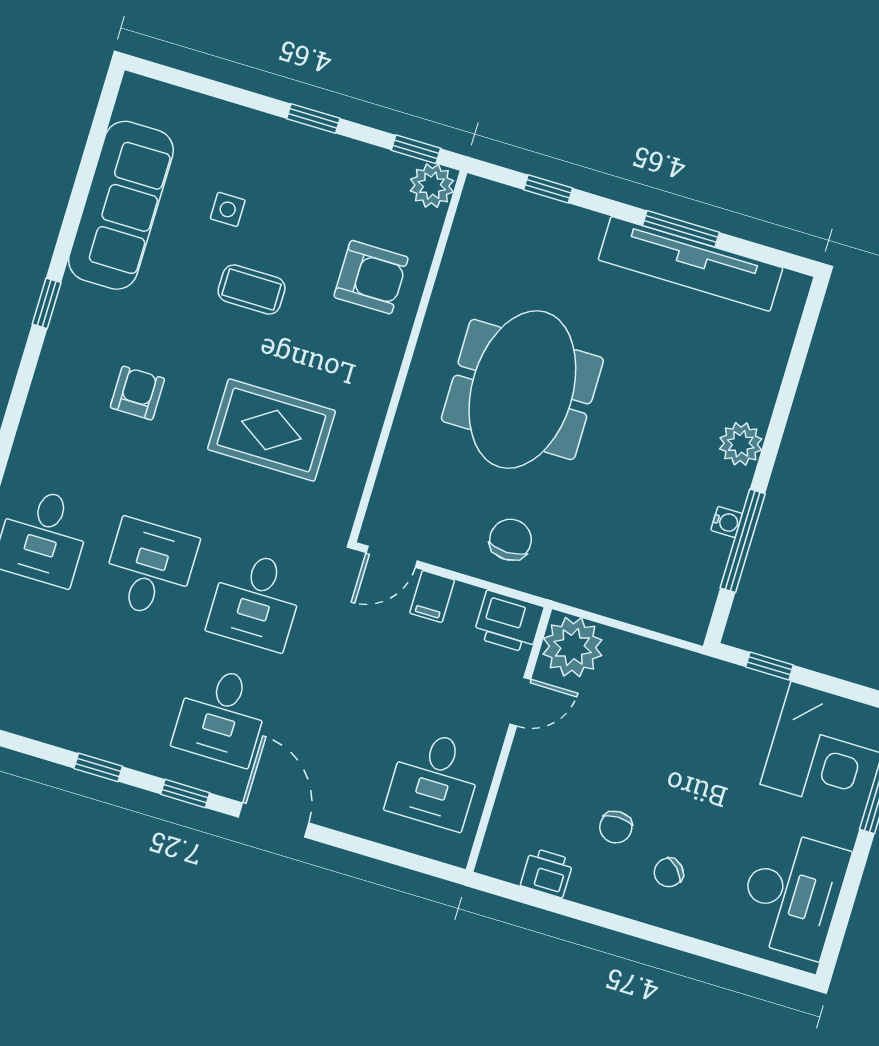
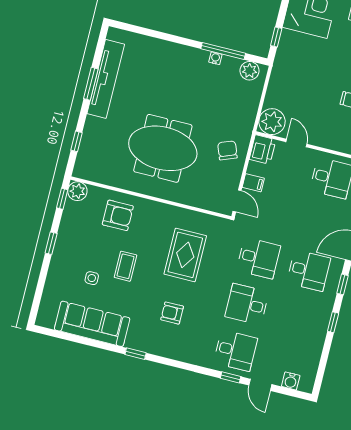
armchair: (371, 277) -> (118, 215), turned 90
plant: (741, 444) -> (249, 71), moved
chair: (510, 540) -> (227, 150), turned 69

